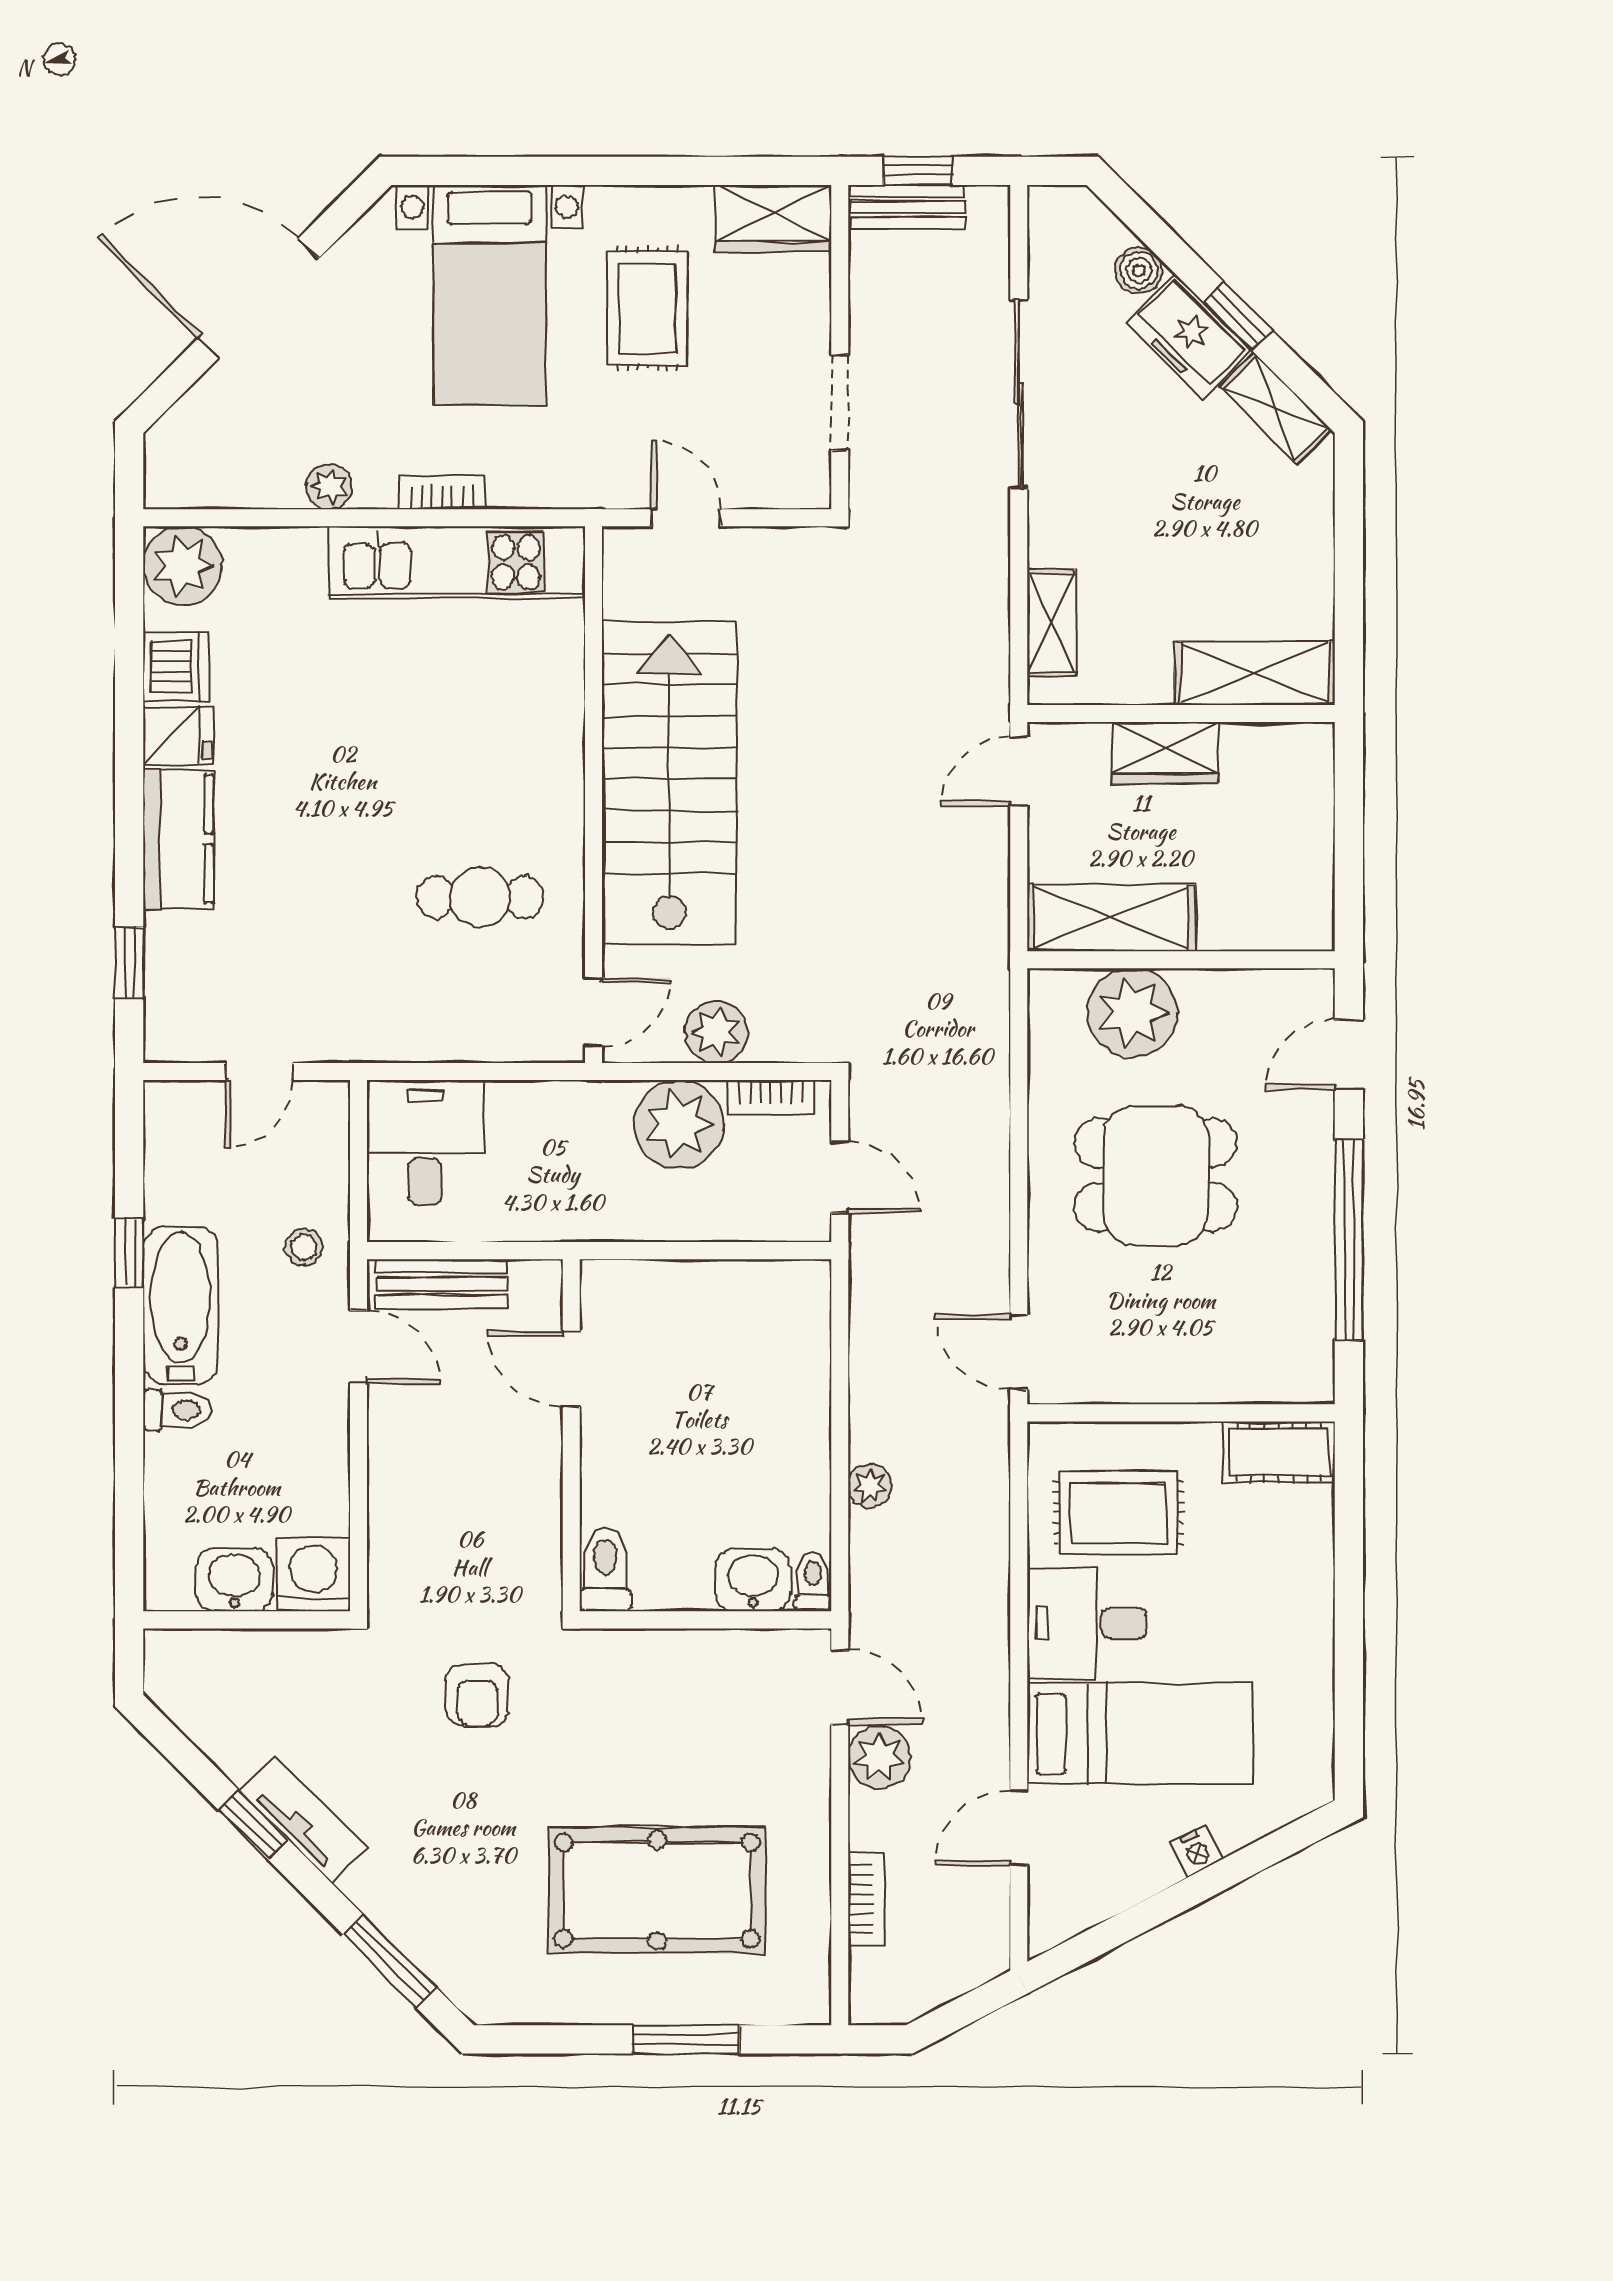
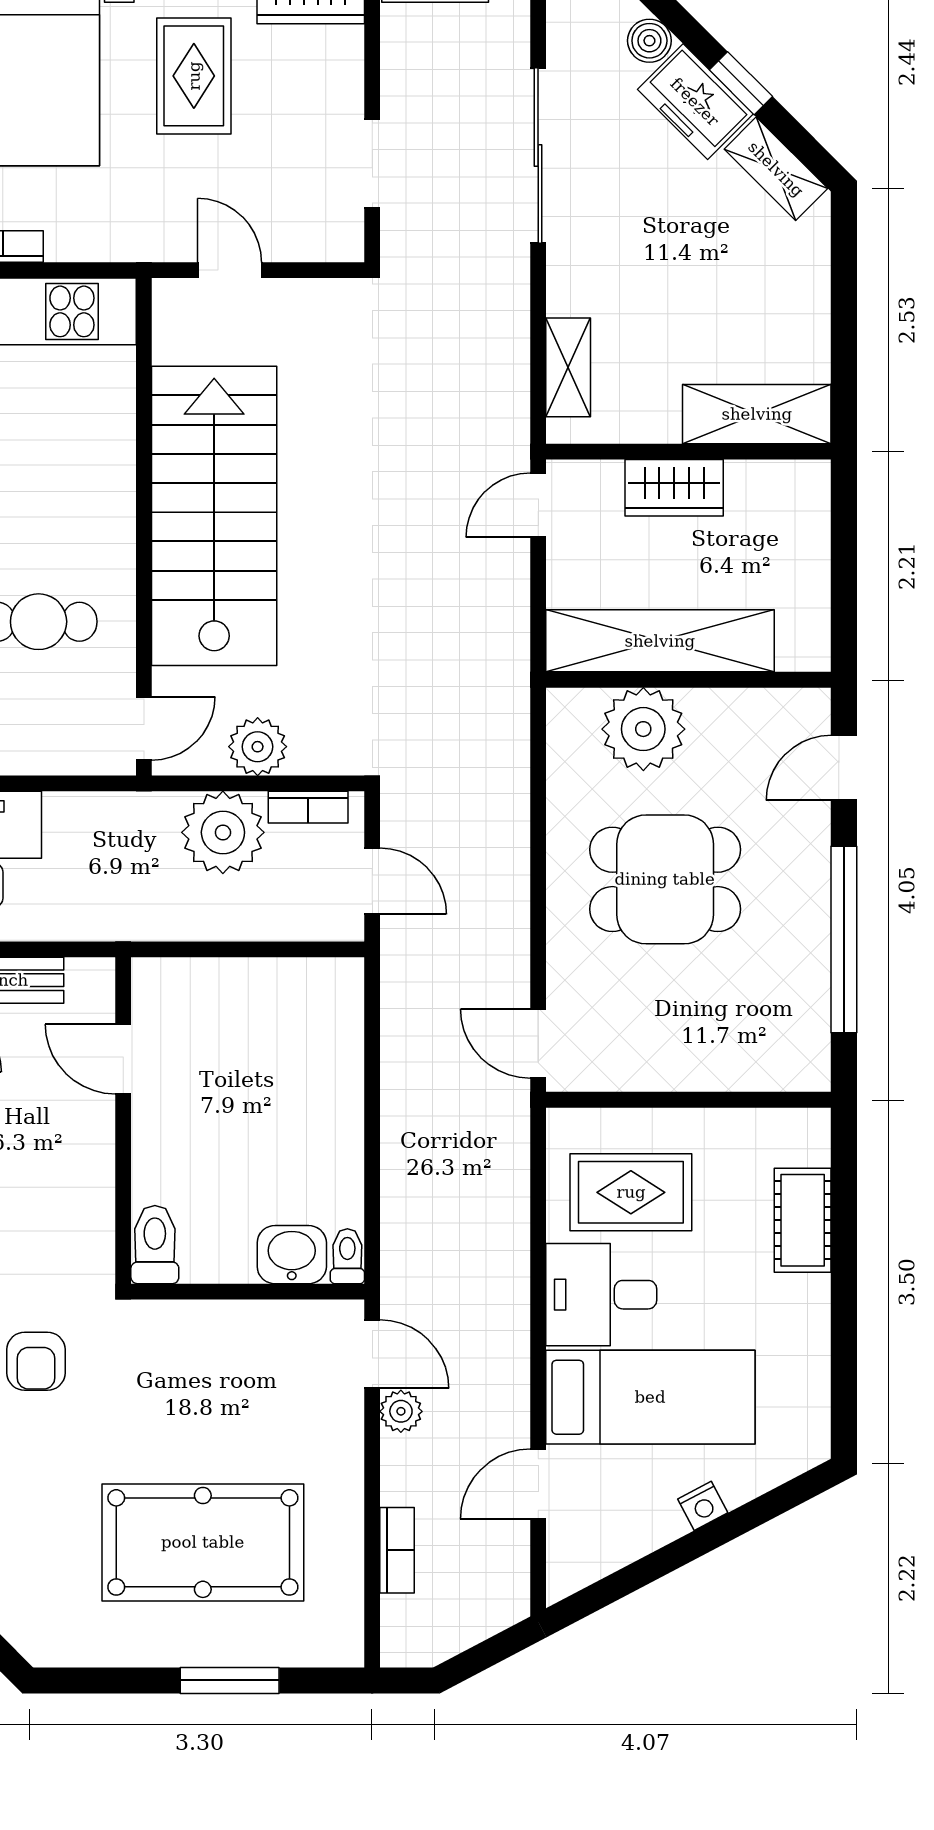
shelving: (1111, 918) -> (660, 641), width x1.47
cot: (1279, 1452) -> (803, 1220), moved, turned 90
plant: (870, 1486) -> (400, 1168), removed
plant: (879, 1758) -> (401, 1411), width x0.73, depth x0.73

